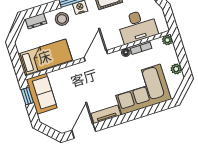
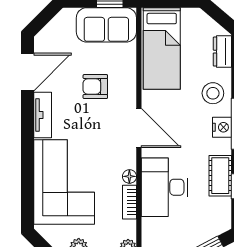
desk: (137, 26) -> (164, 187), moved
armchair: (80, 89) -> (95, 87), added
door: (84, 131) -> (27, 72), hinge flipped

